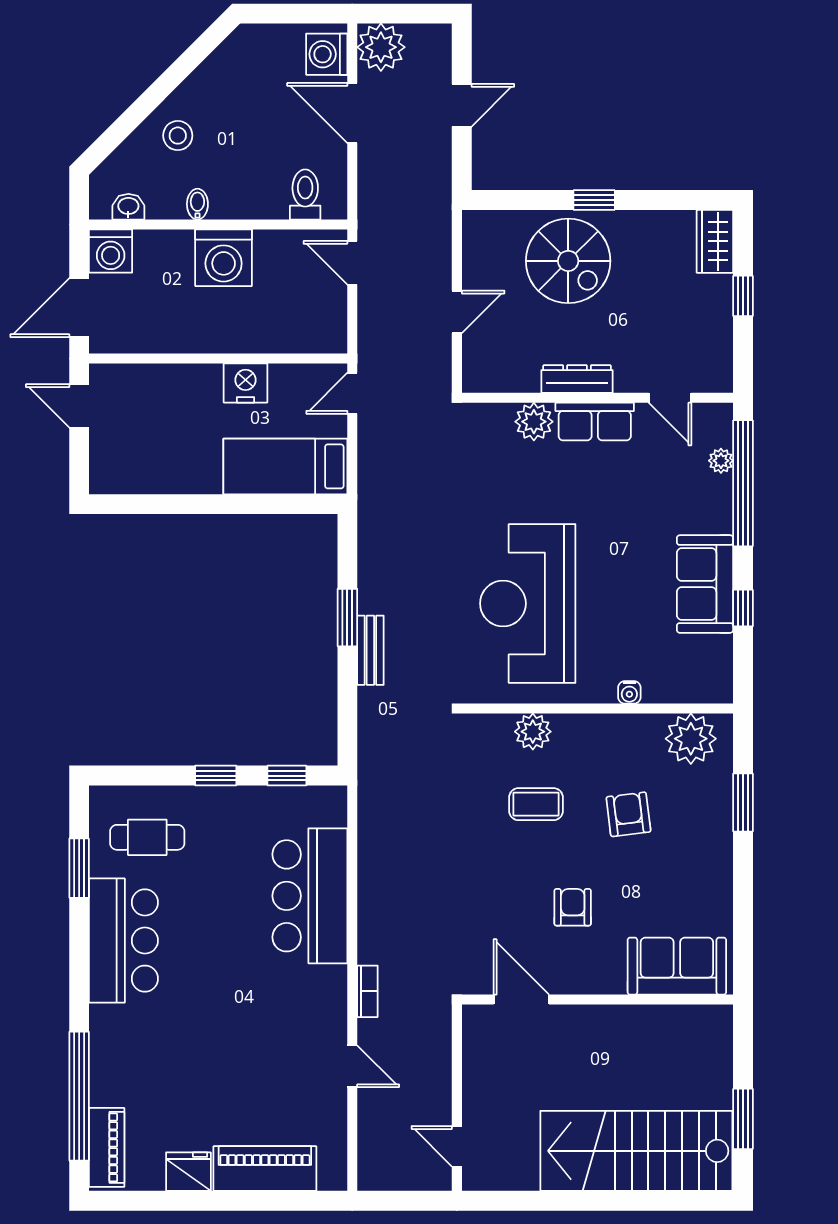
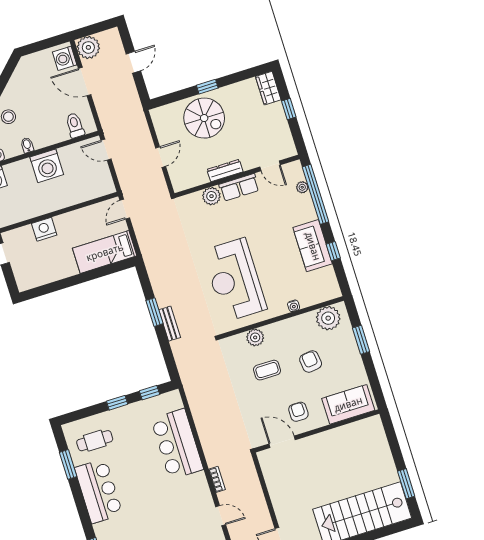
nightstand: (245, 383) -> (44, 229), moved
sofa: (677, 966) -> (348, 404), moved
door: (521, 1000) -> (282, 442), moved
wall: (598, 1000) -> (317, 431), moved

